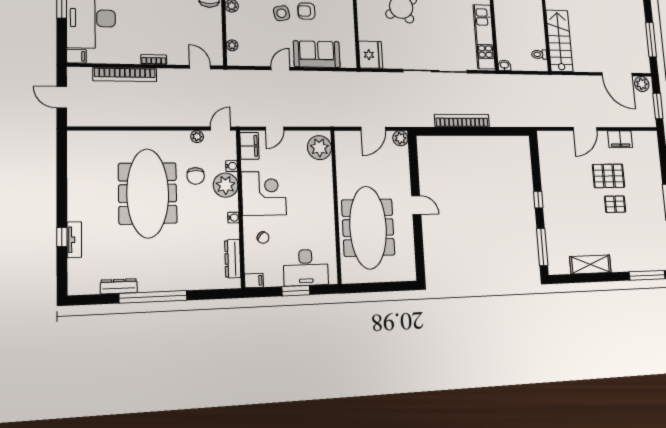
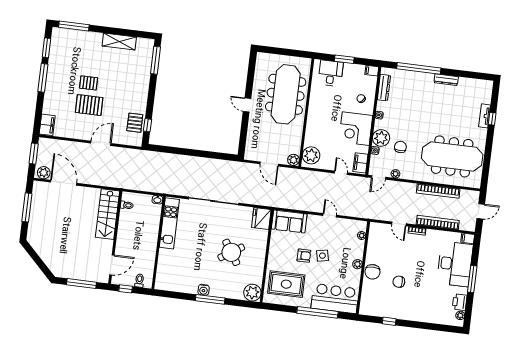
sofa: (317, 54) -> (289, 221), moved
door: (200, 67) -> (399, 224), moved
door: (280, 68) -> (330, 215), swing flipped
door: (62, 97) -> (481, 211), hinge flipped
bookcase: (462, 121) -> (438, 191), moved
door: (275, 129) -> (341, 173), hinge flipped
door: (373, 129) -> (269, 164), swing flipped
plant: (400, 138) -> (293, 160), moved
filing cabinet: (620, 139) -> (47, 125), moved, turned 90
pallet: (551, 161) -> (135, 123), added
meeting table: (148, 193) -> (452, 156), moved, turned 90
window: (538, 200) -> (148, 125), moved
desk: (306, 268) -> (331, 73), width x0.73
dresser: (119, 286) -> (446, 80), moved
window: (153, 297) -> (419, 68), moved

